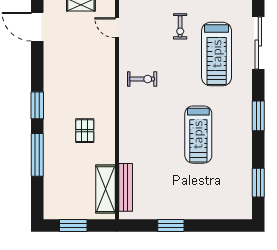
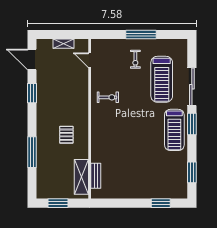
sliding door: (258, 43) -> (192, 87), moved
window: (37, 105) -> (32, 93), moved
treadmill: (198, 135) -> (174, 130), moved
bench: (126, 187) -> (96, 176), width x0.73
window: (171, 225) -> (161, 203), moved

